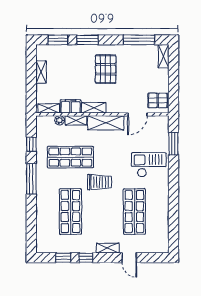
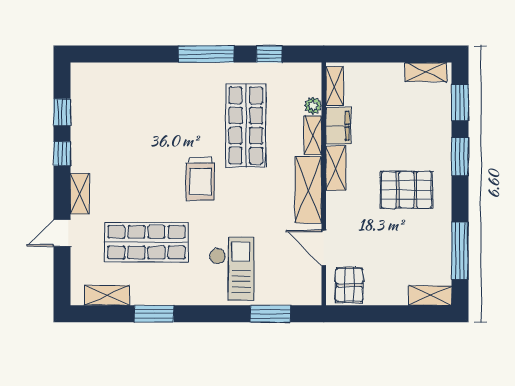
shelving: (41, 72) -> (426, 72), moved
window: (173, 207) -> (154, 314), added
shop shelf: (70, 212) -> (146, 126), removed
shelving: (163, 233) -> (107, 295), added

